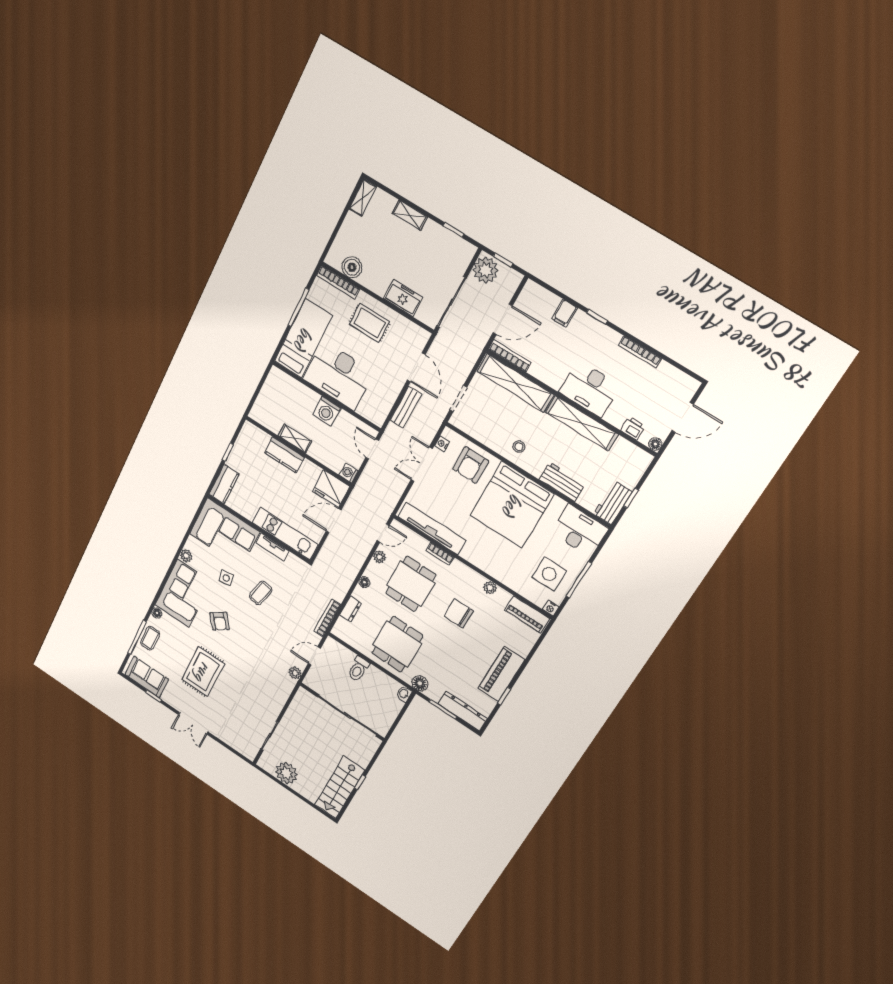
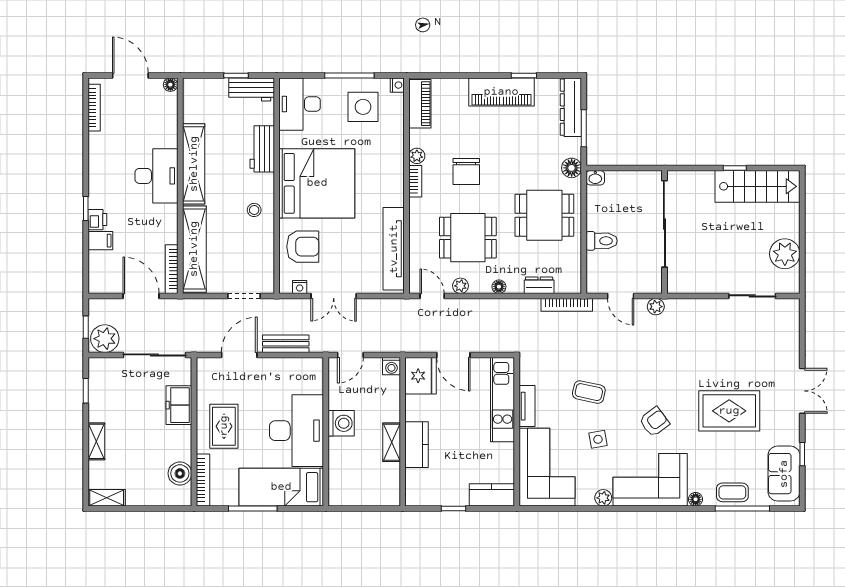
bookcase: (640, 352) -> (94, 108), moved
printer: (633, 428) -> (97, 220), moved, turned 180
bookcase: (440, 554) -> (415, 181), moved

